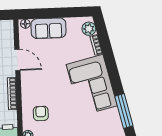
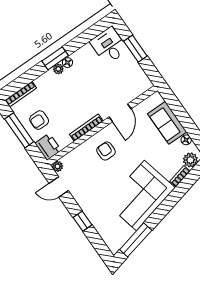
floor lamp: (25, 24) -> (186, 140), moved
armchair: (41, 113) -> (106, 151), moved, turned -90

